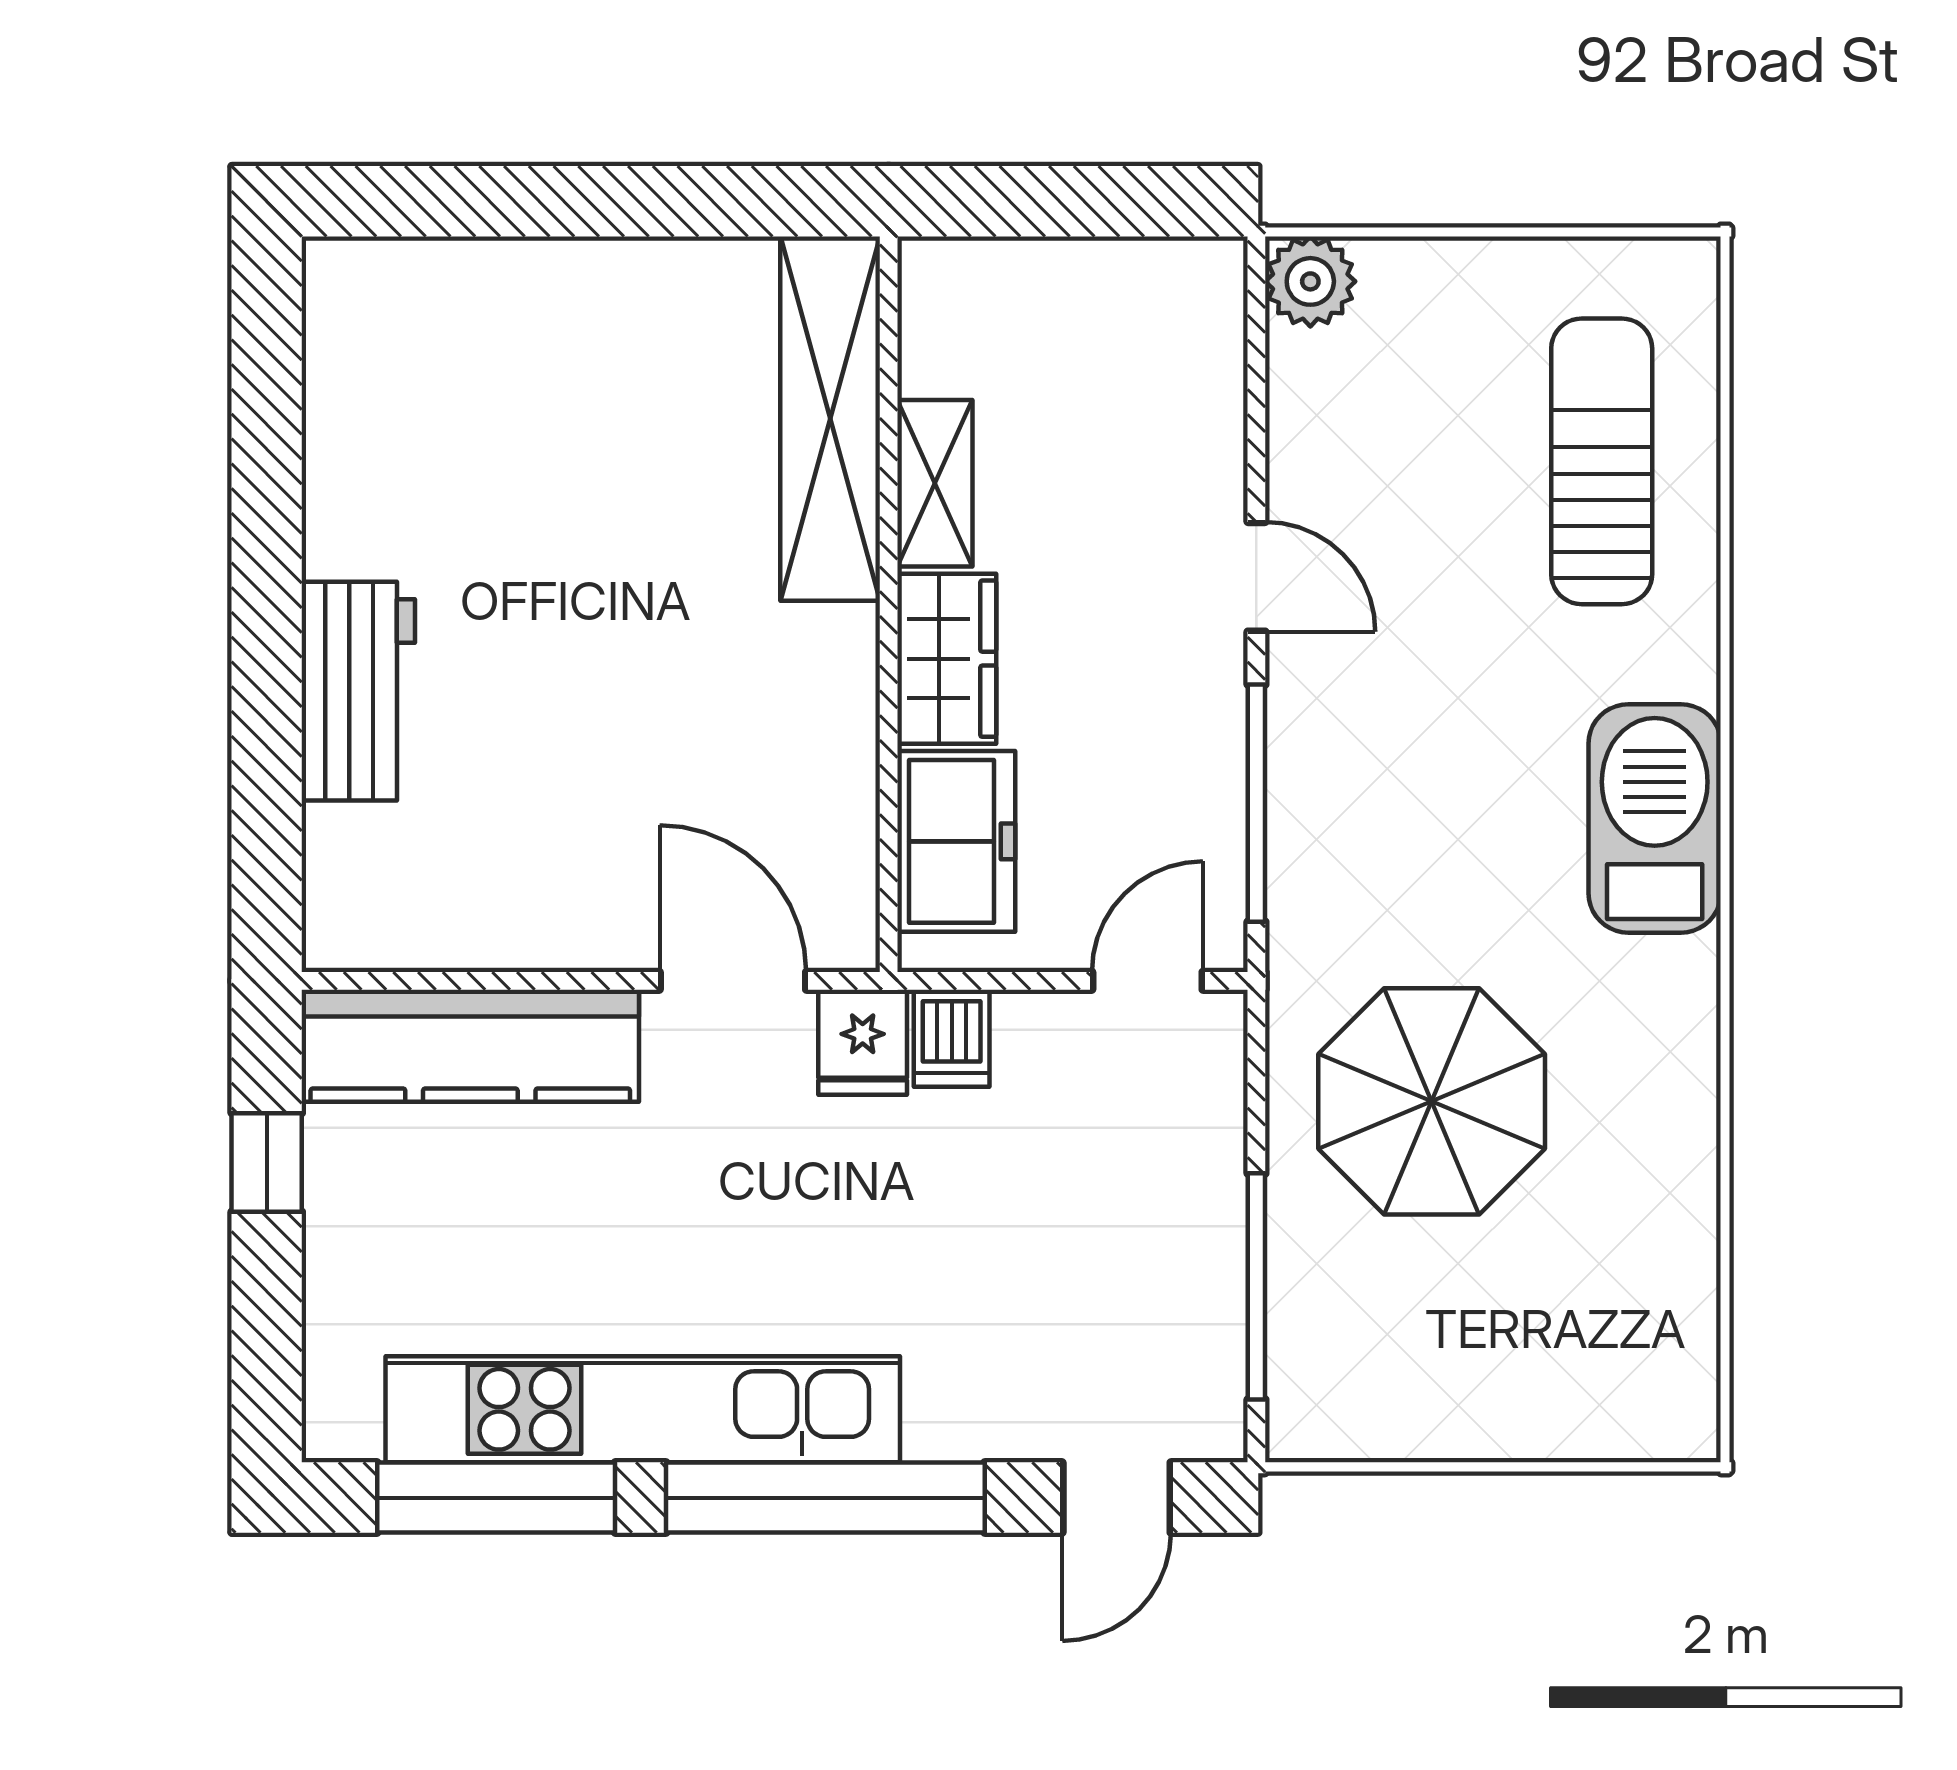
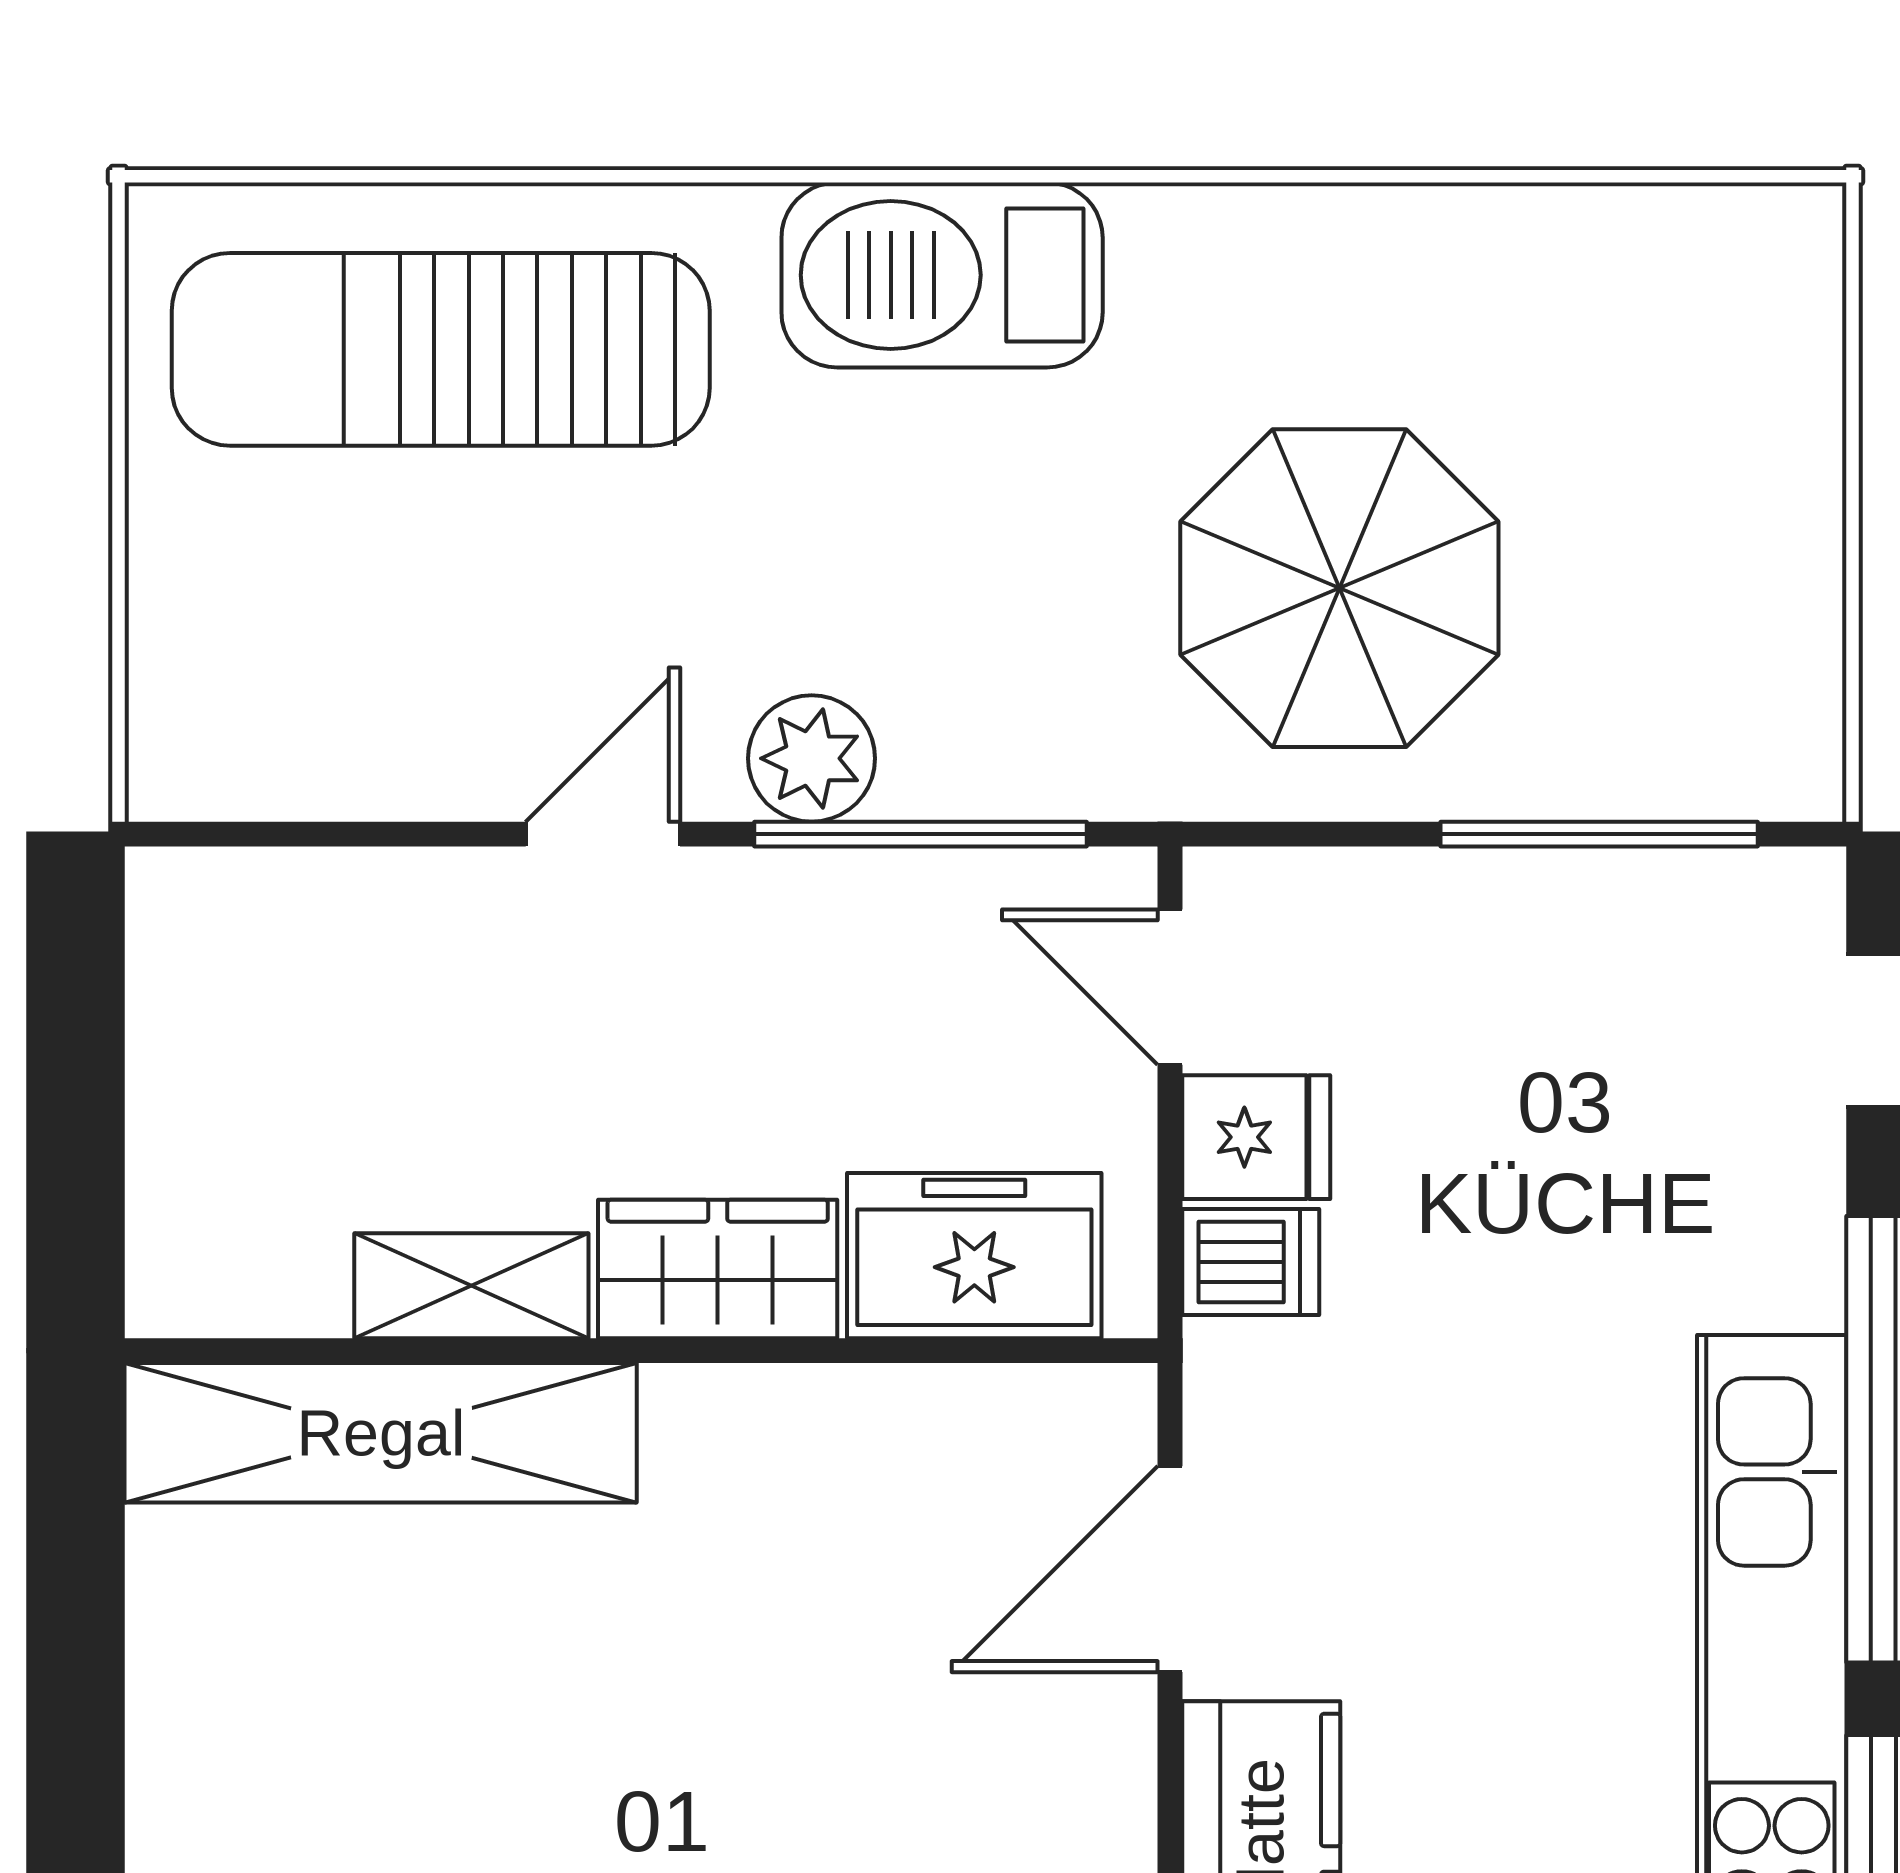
plant: (1310, 281) -> (812, 758), moved
sun lounger: (1602, 461) -> (441, 349), width x1.36, depth x1.34
fridge: (863, 1042) -> (1256, 1137), moved

